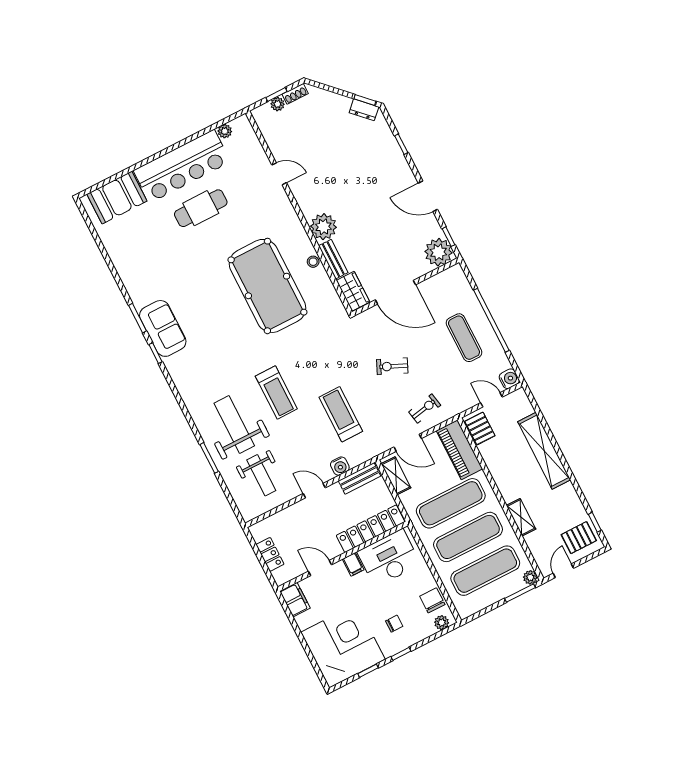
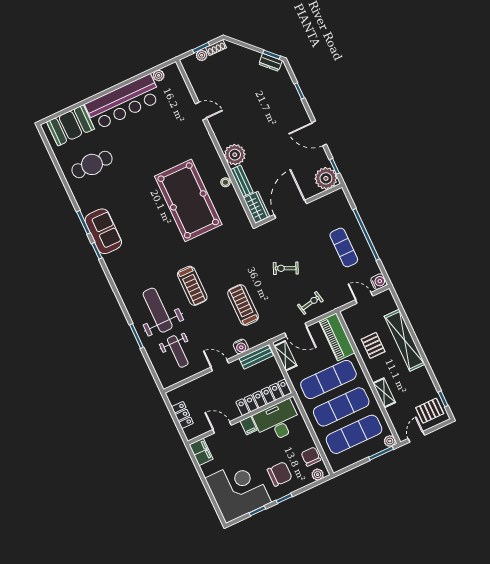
cafe table: (201, 208) -> (92, 164), moved
door: (395, 292) -> (290, 209), swing flipped
pallet: (480, 428) -> (373, 345), moved
chair: (394, 624) -> (280, 474), width x1.87, depth x1.87

